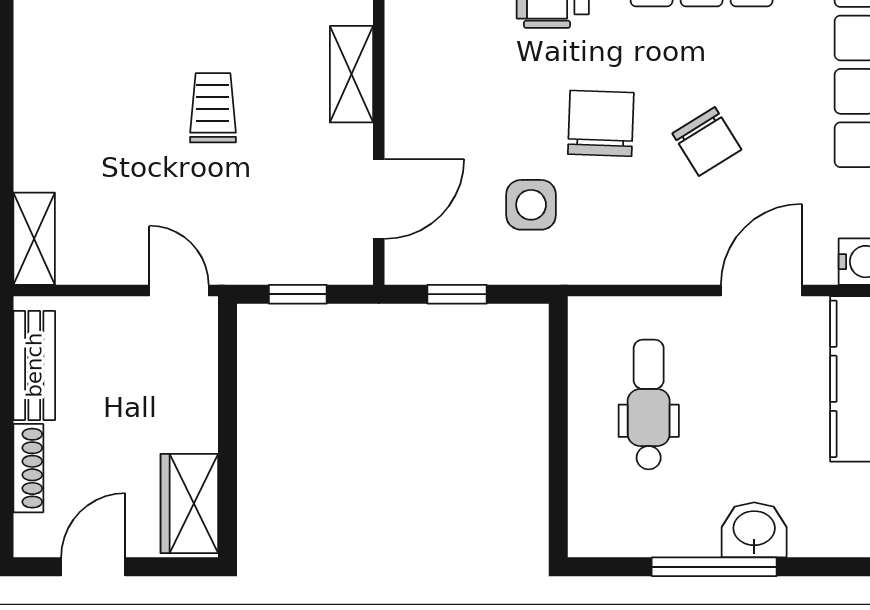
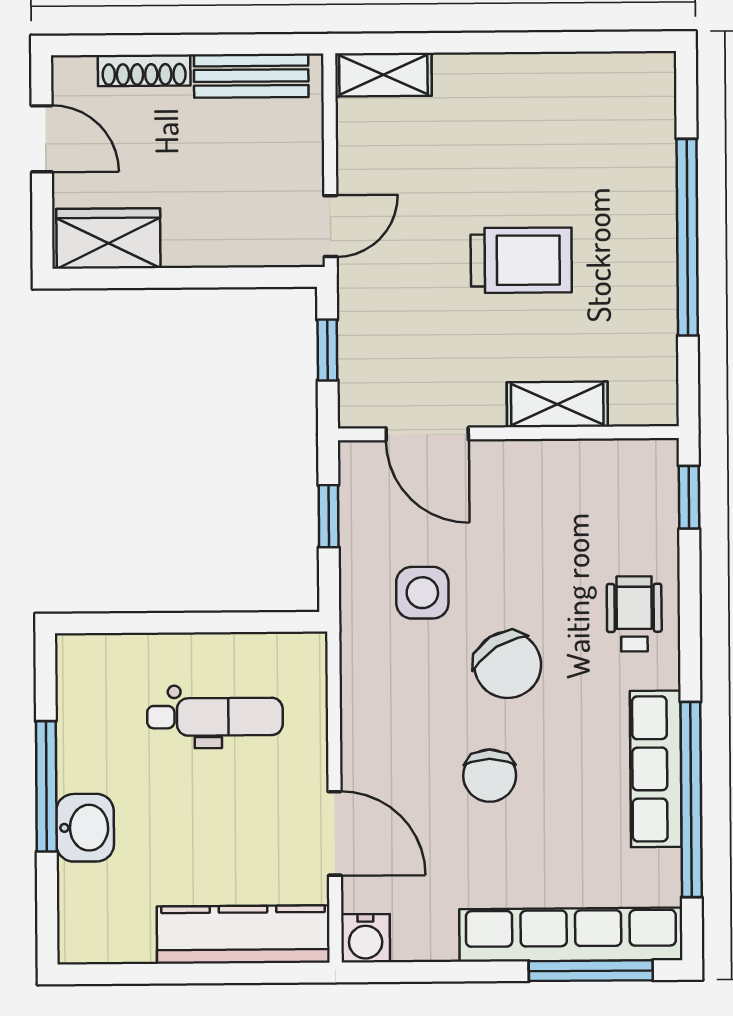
trolley: (213, 108) -> (521, 260), width x1.36, depth x1.39
chair: (601, 123) -> (508, 665), turned 56
chair: (707, 142) -> (490, 776), turned -58

